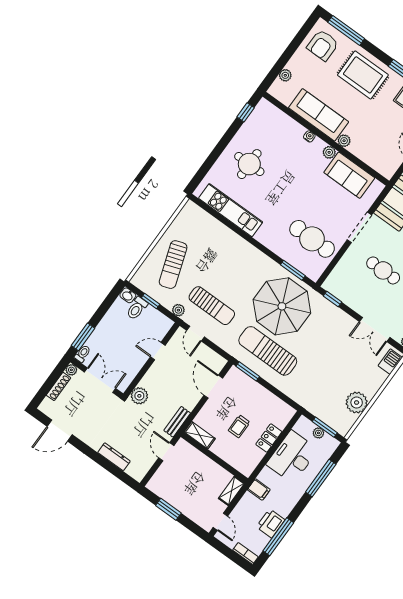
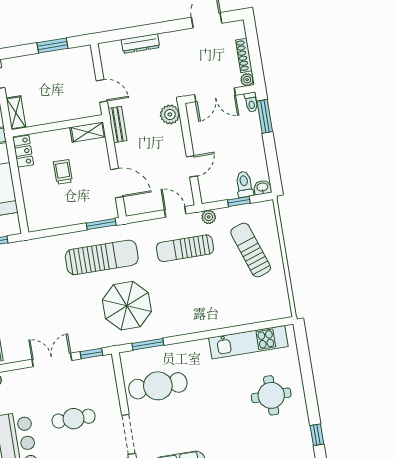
parasol: (282, 306) -> (127, 306), width x0.73, depth x0.73
double door: (375, 329) -> (52, 360), moved
locker: (269, 438) -> (23, 151), moved

